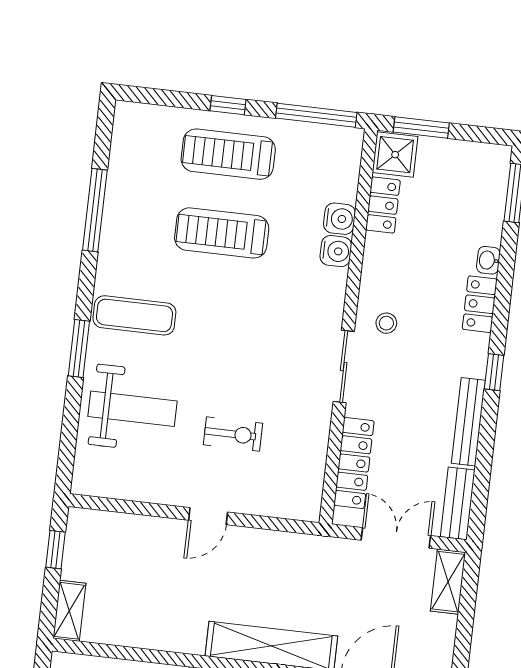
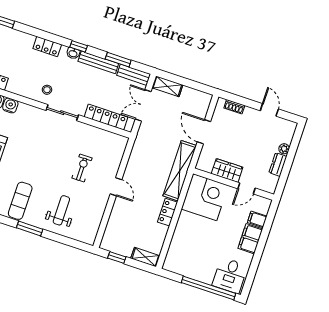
washbasin: (488, 260) -> (73, 53), moved
weight bench: (132, 409) -> (61, 210), width x0.73, depth x0.75
window: (484, 463) -> (118, 60), added
locker: (176, 639) -> (168, 212), added

